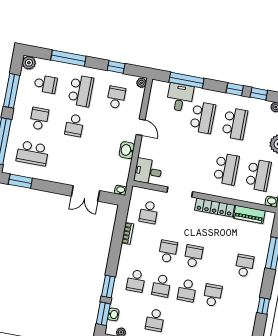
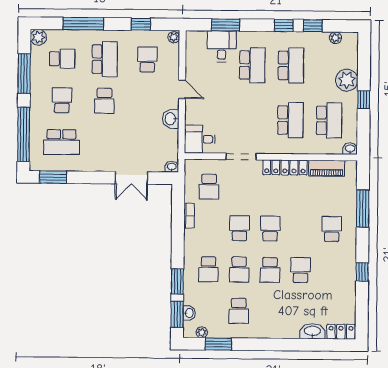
window: (186, 80) -> (226, 25), width x0.69

